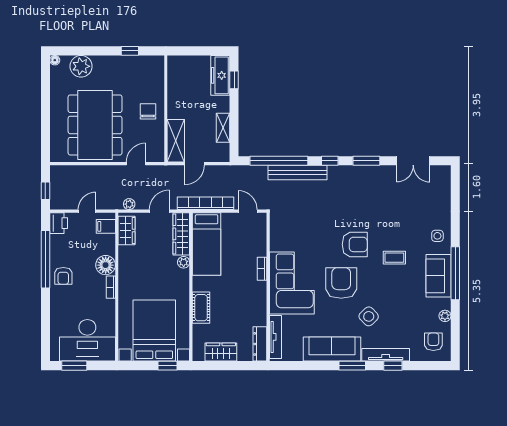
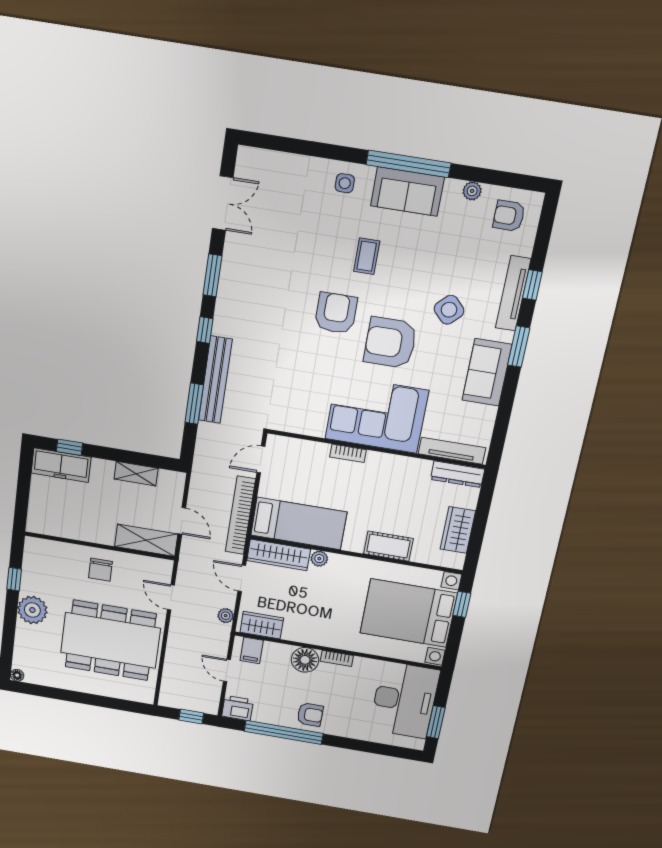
plant: (81, 66) -> (32, 610), moved
chair: (148, 111) -> (100, 570), turned -90
window: (279, 161) -> (194, 404), width x0.47
sofa: (332, 349) -> (487, 372), width x0.73

